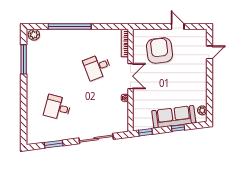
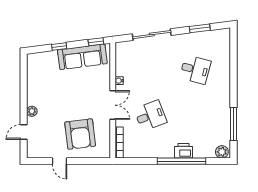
printer: (68, 36) -> (184, 151), added
double door: (131, 76) -> (113, 105), swing flipped
plant: (202, 110) -> (32, 111), moved
sofa: (174, 117) -> (82, 57), moved

